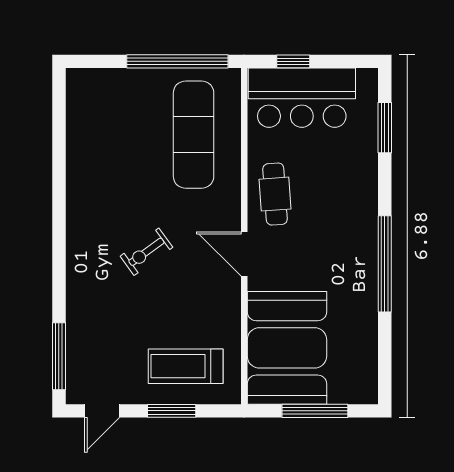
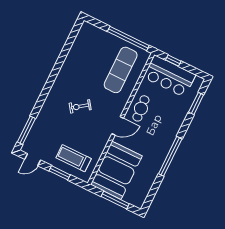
door: (244, 254) -> (118, 126), swing flipped

